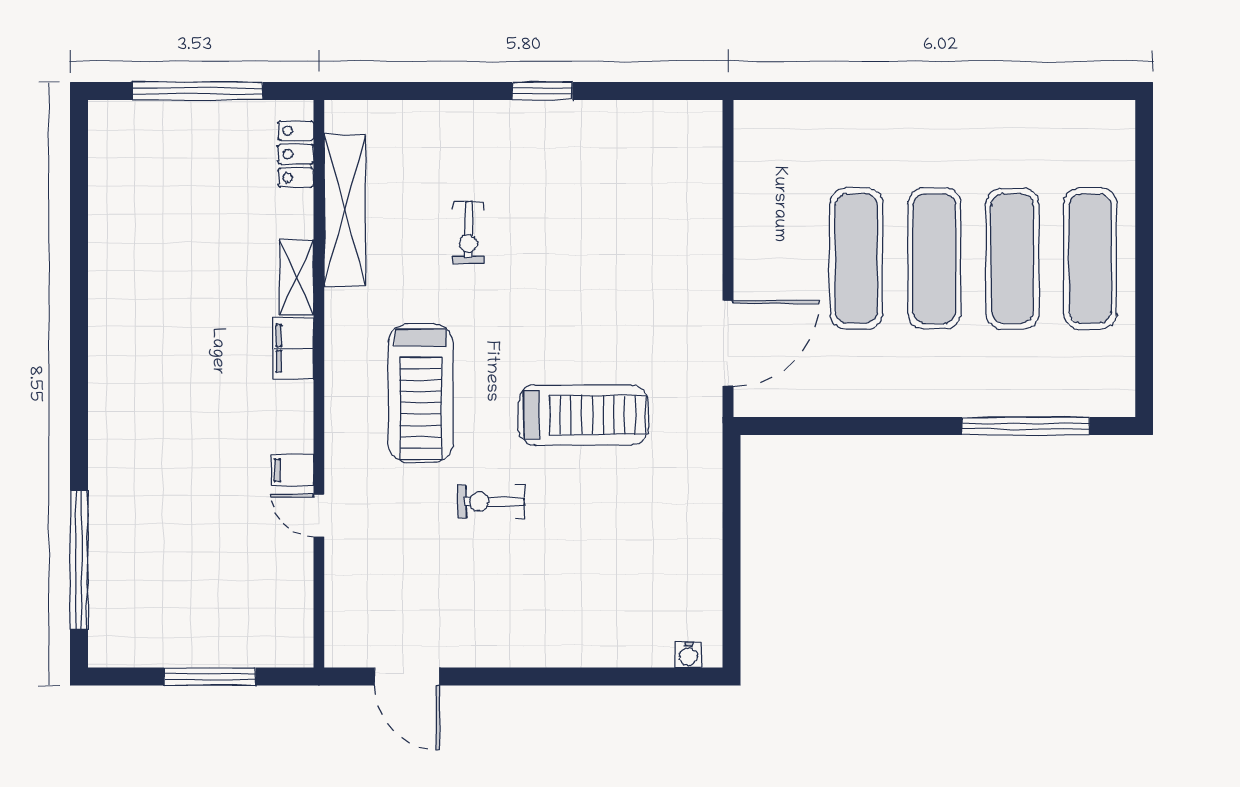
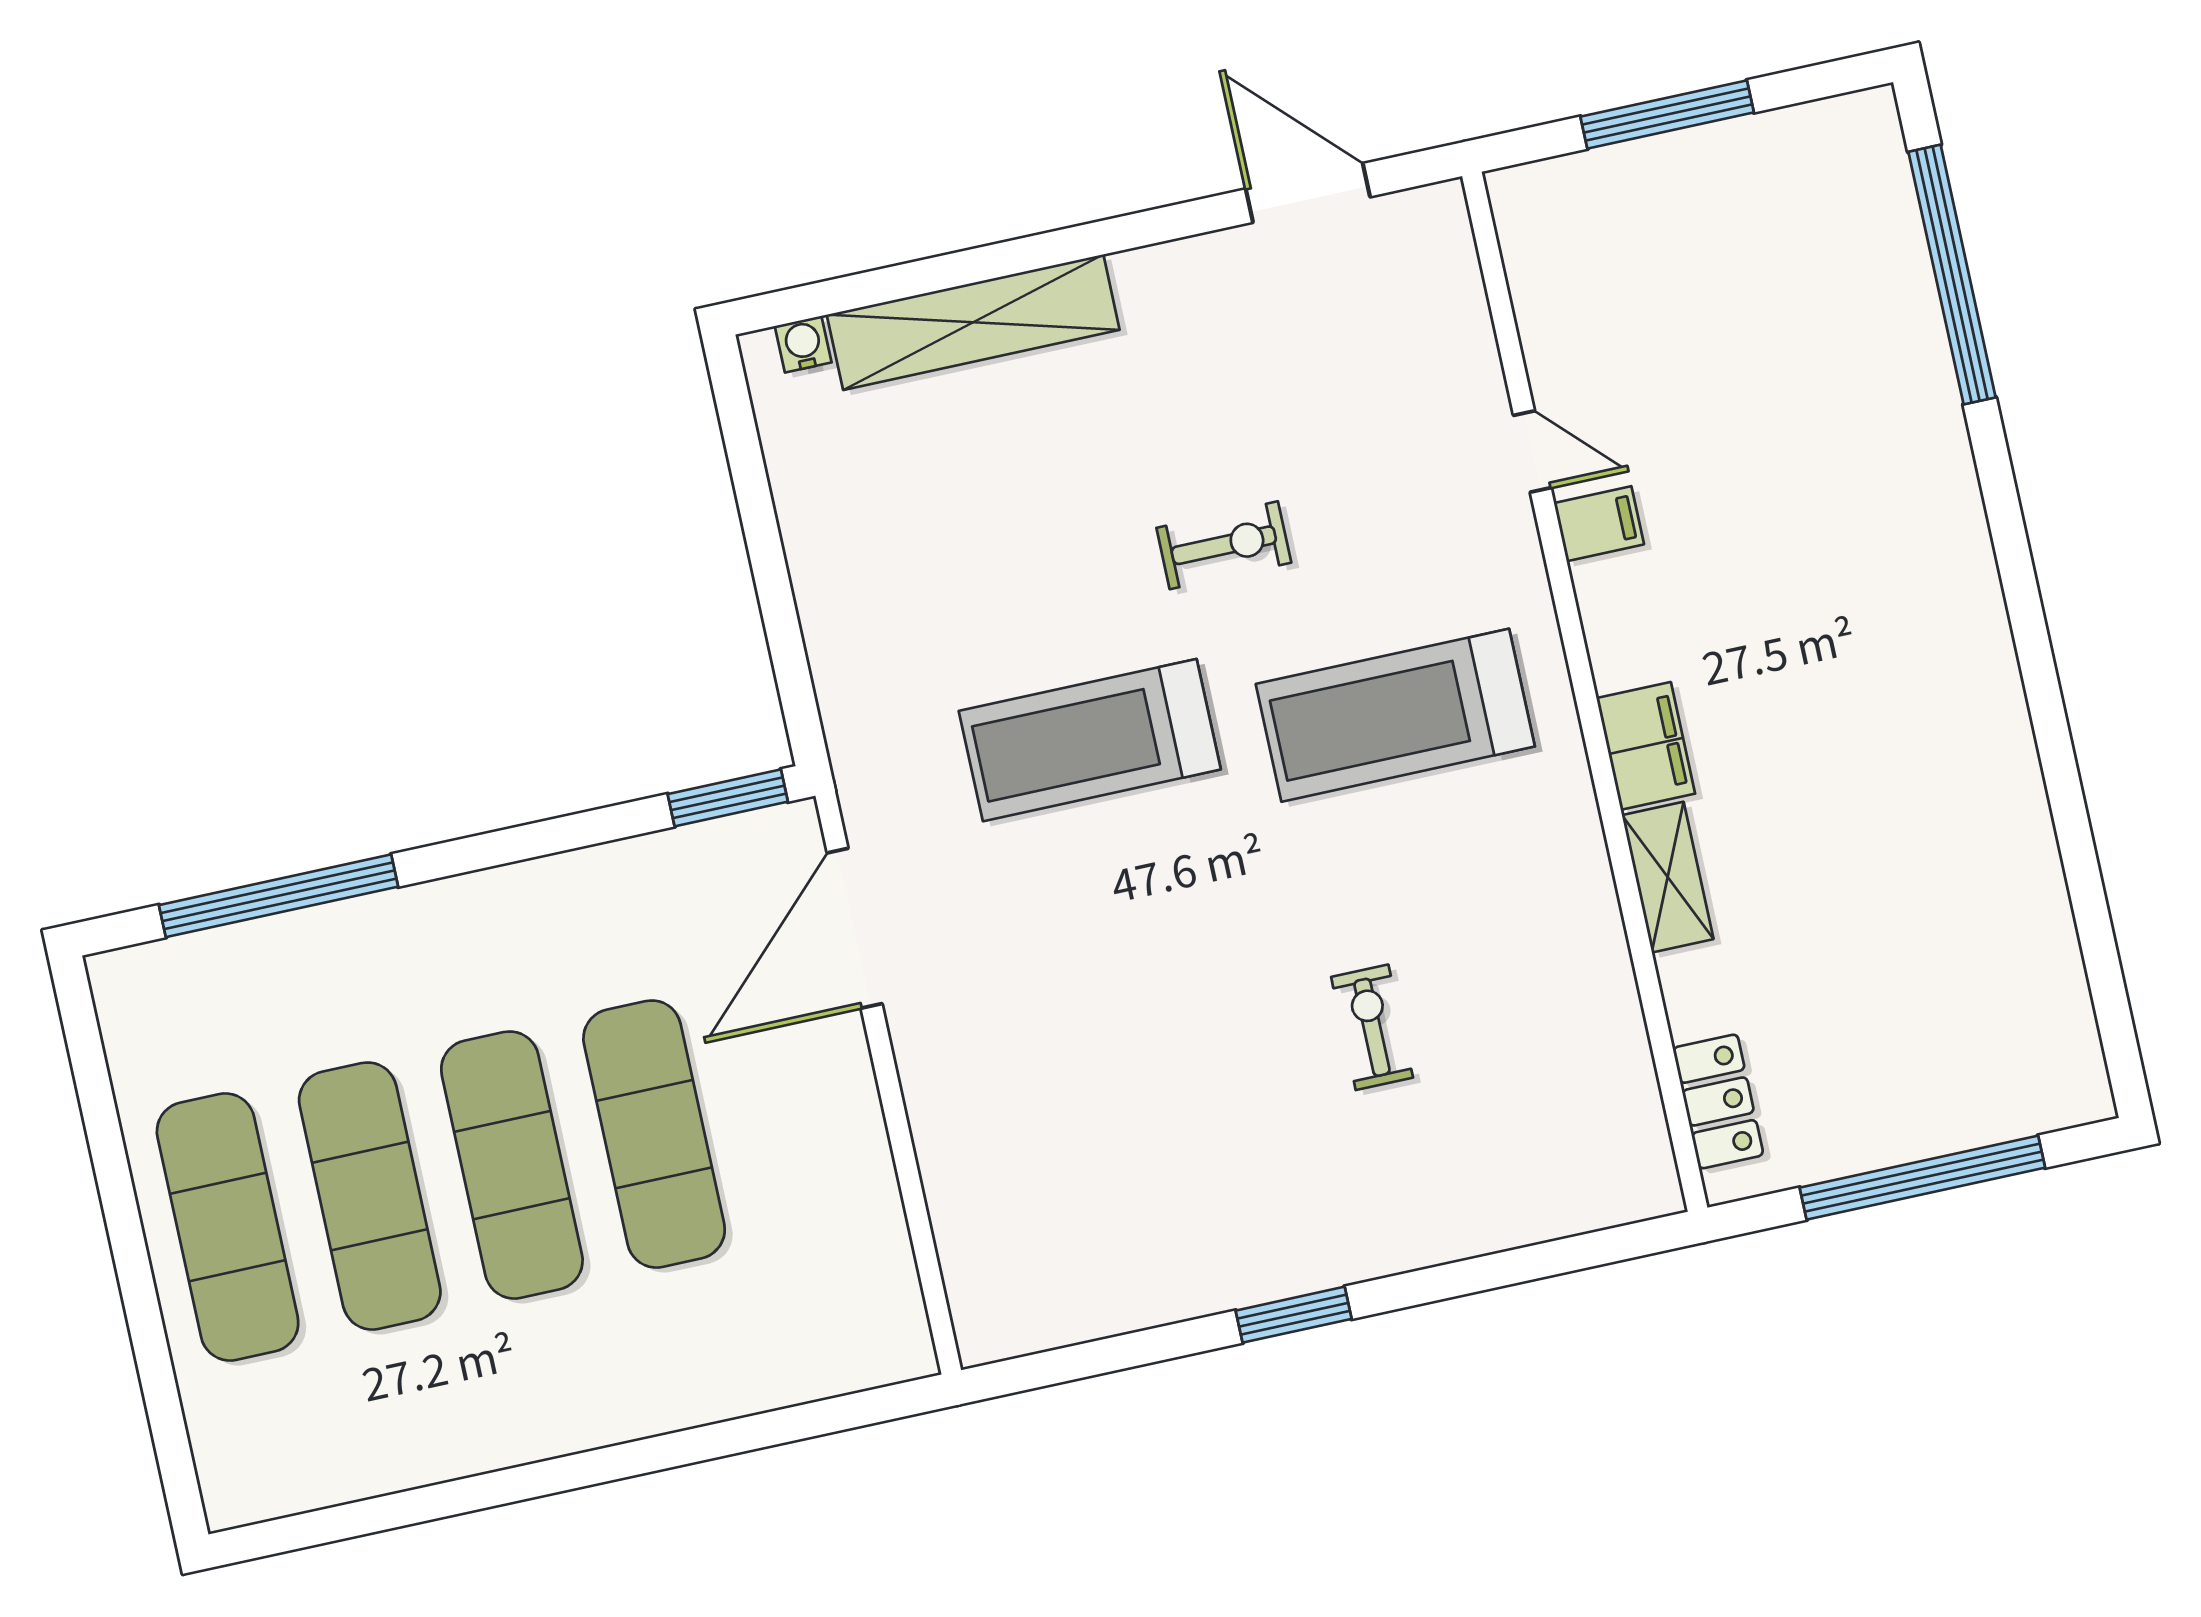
shelving: (345, 211) -> (973, 322), moved, turned 90
treadmill: (421, 393) -> (1395, 715), turned -90
window: (779, 426) -> (728, 798), added

